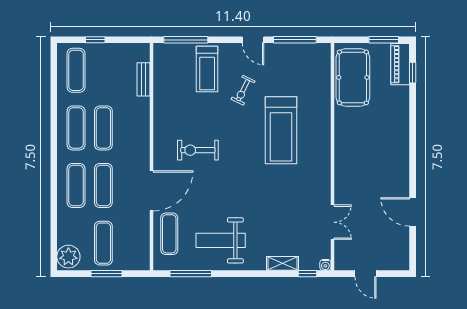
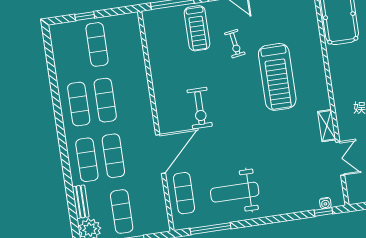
exercise mat: (76, 70) -> (97, 44), moved
bench: (143, 79) -> (81, 202), moved
exercise bike: (243, 90) -> (235, 44), turned -35
exercise bike: (198, 150) -> (200, 108), turned -90
shelving: (283, 263) -> (327, 126), moved, turned 90
water cooler: (325, 265) -> (325, 203), moved

